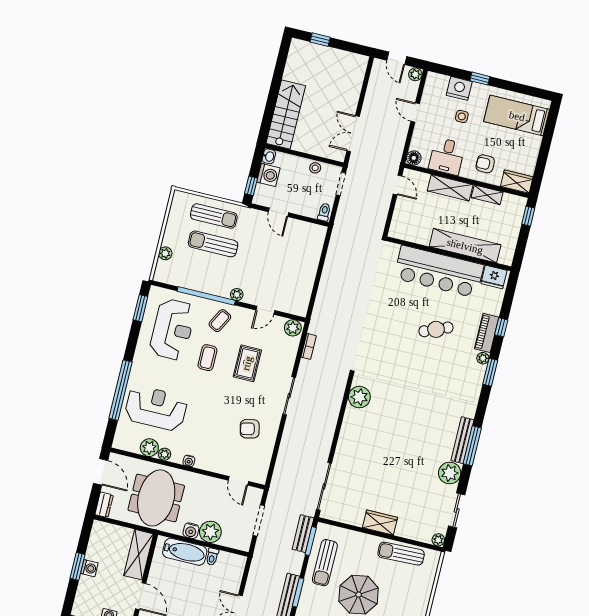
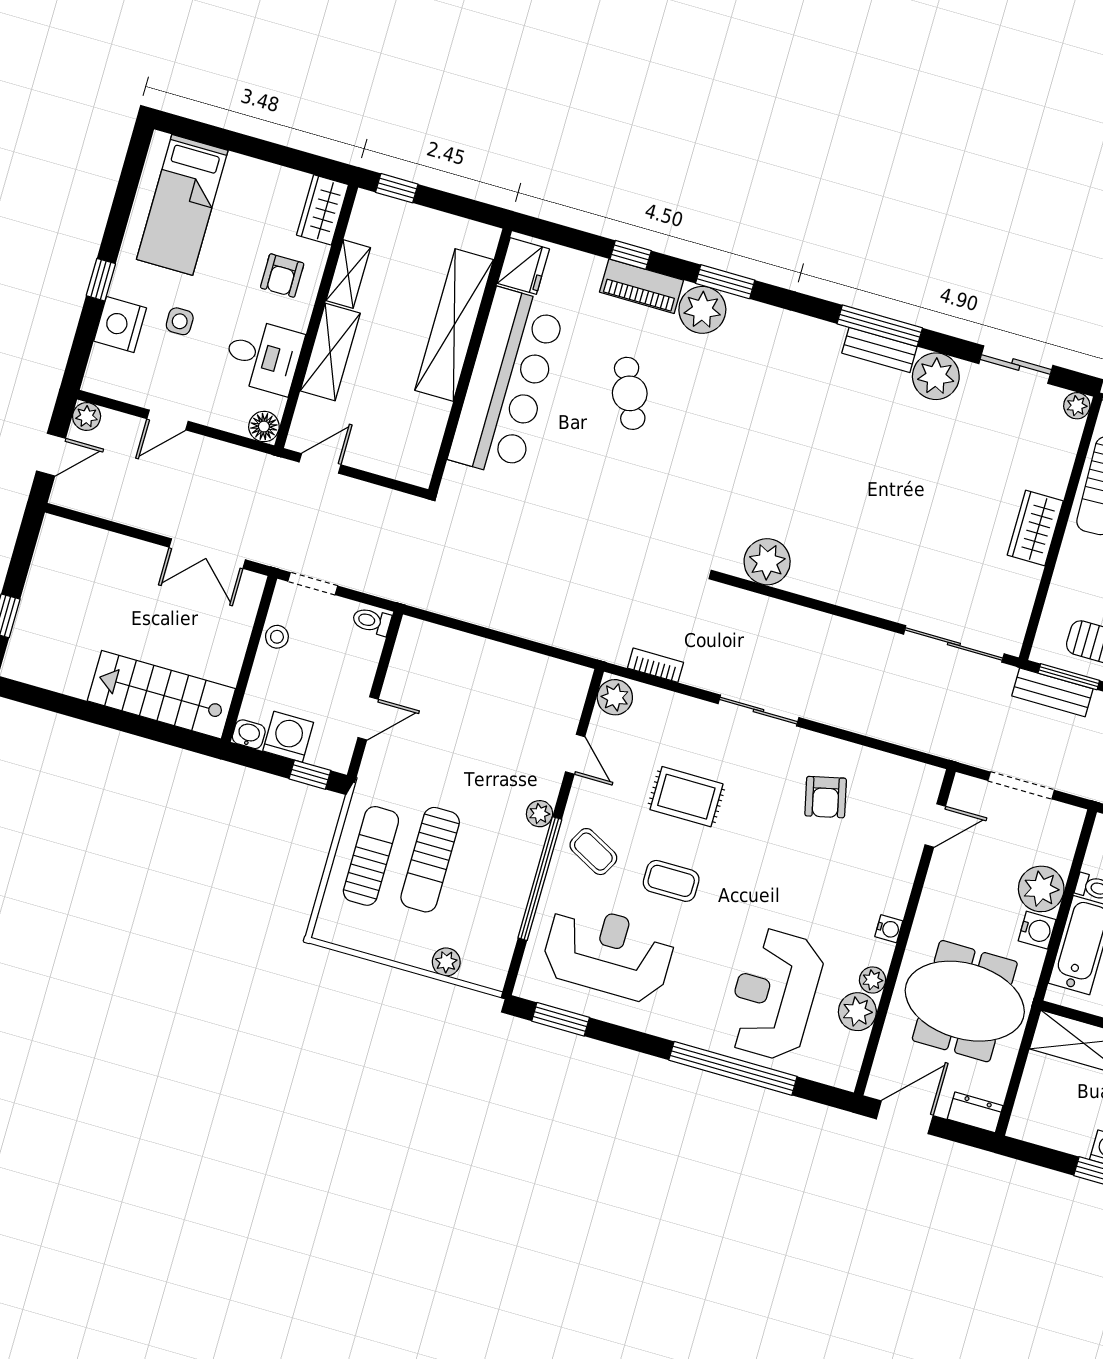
plant: (483, 358) -> (702, 310), width x1.87, depth x1.87
bench: (462, 440) -> (879, 350), width x0.73

